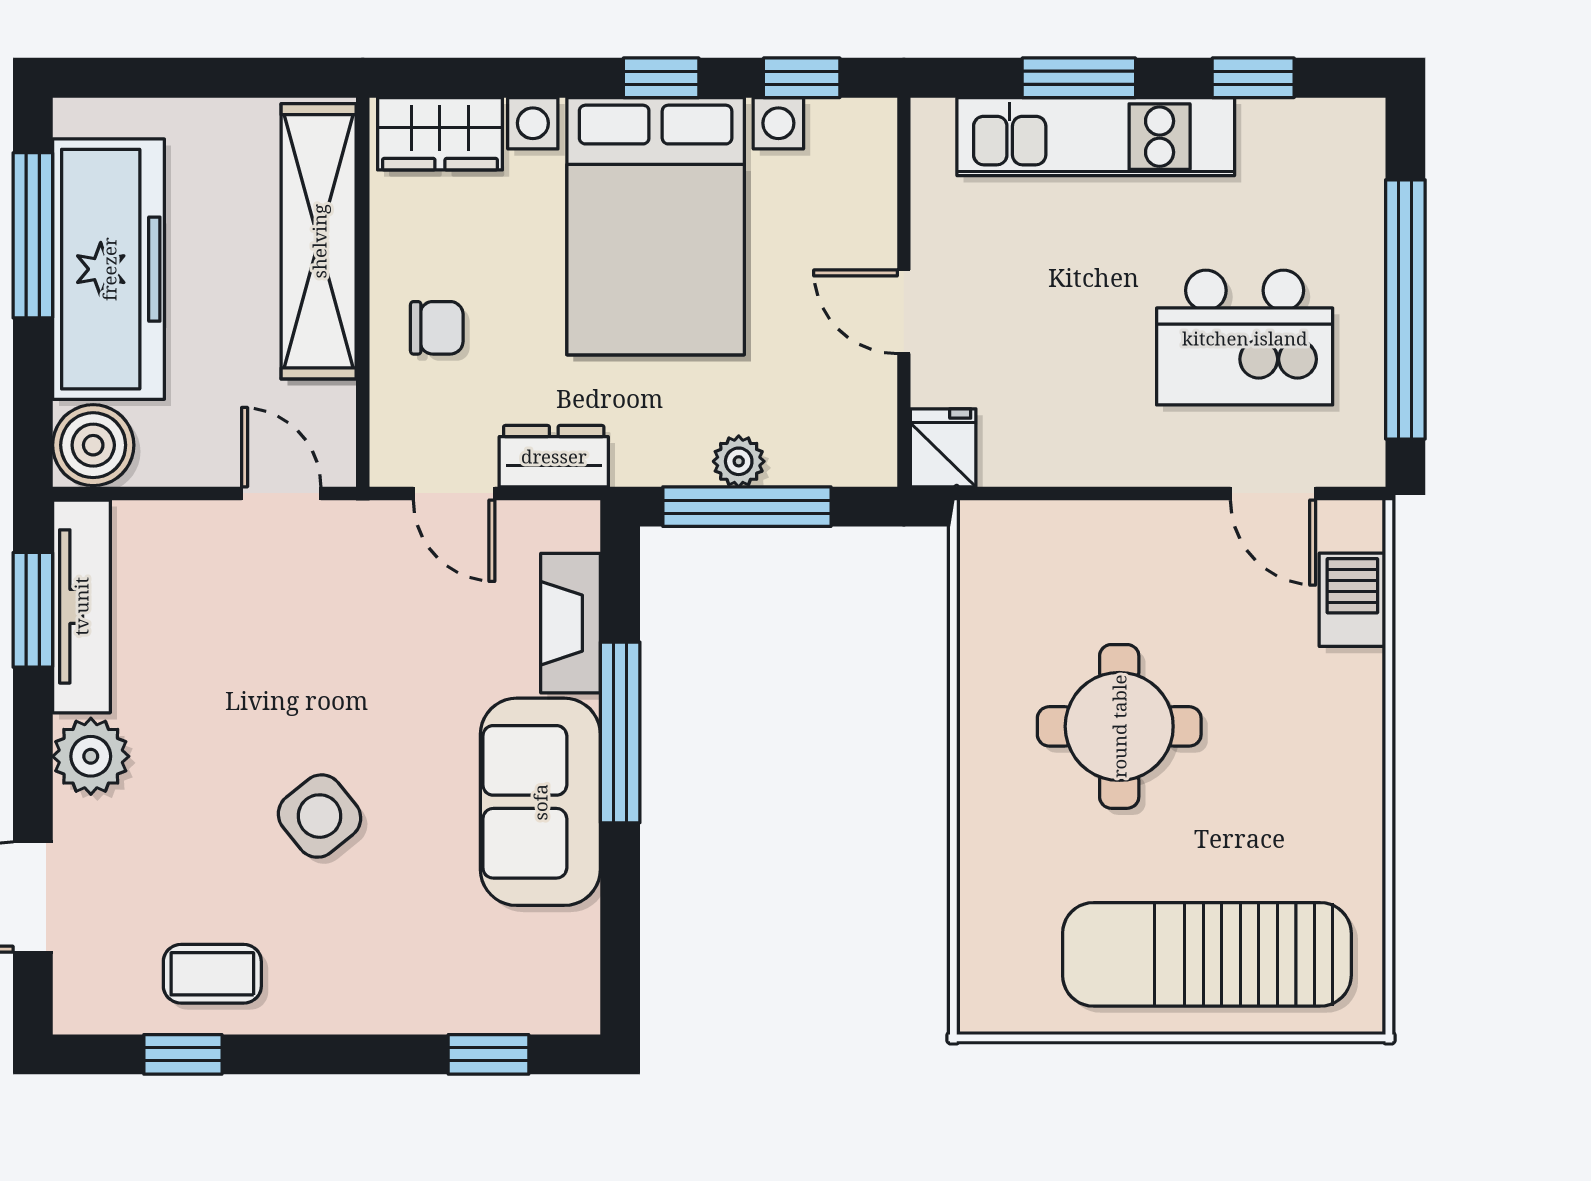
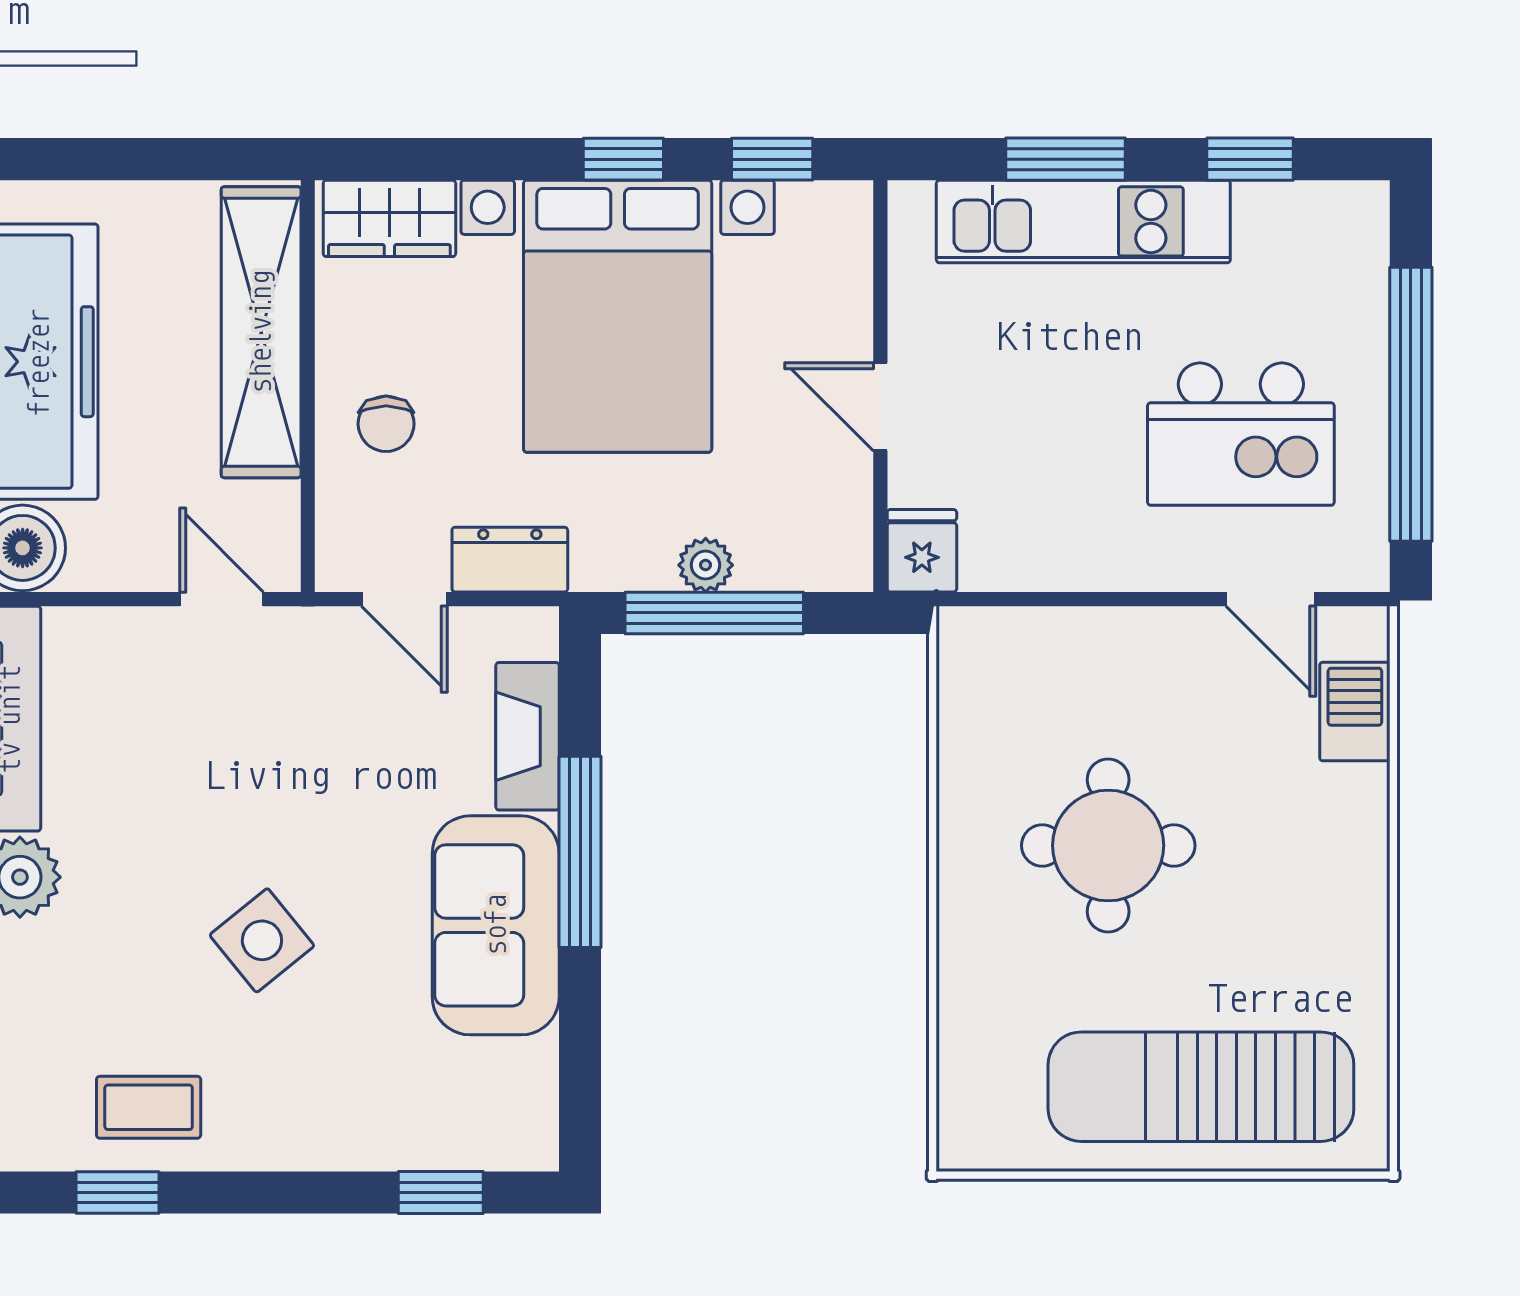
chair: (437, 328) -> (386, 424), turned 90

